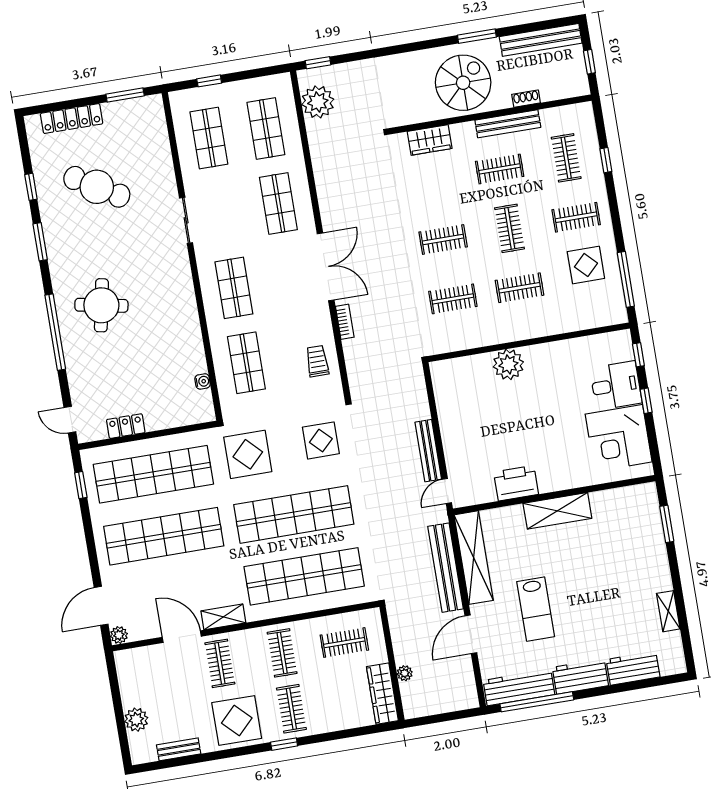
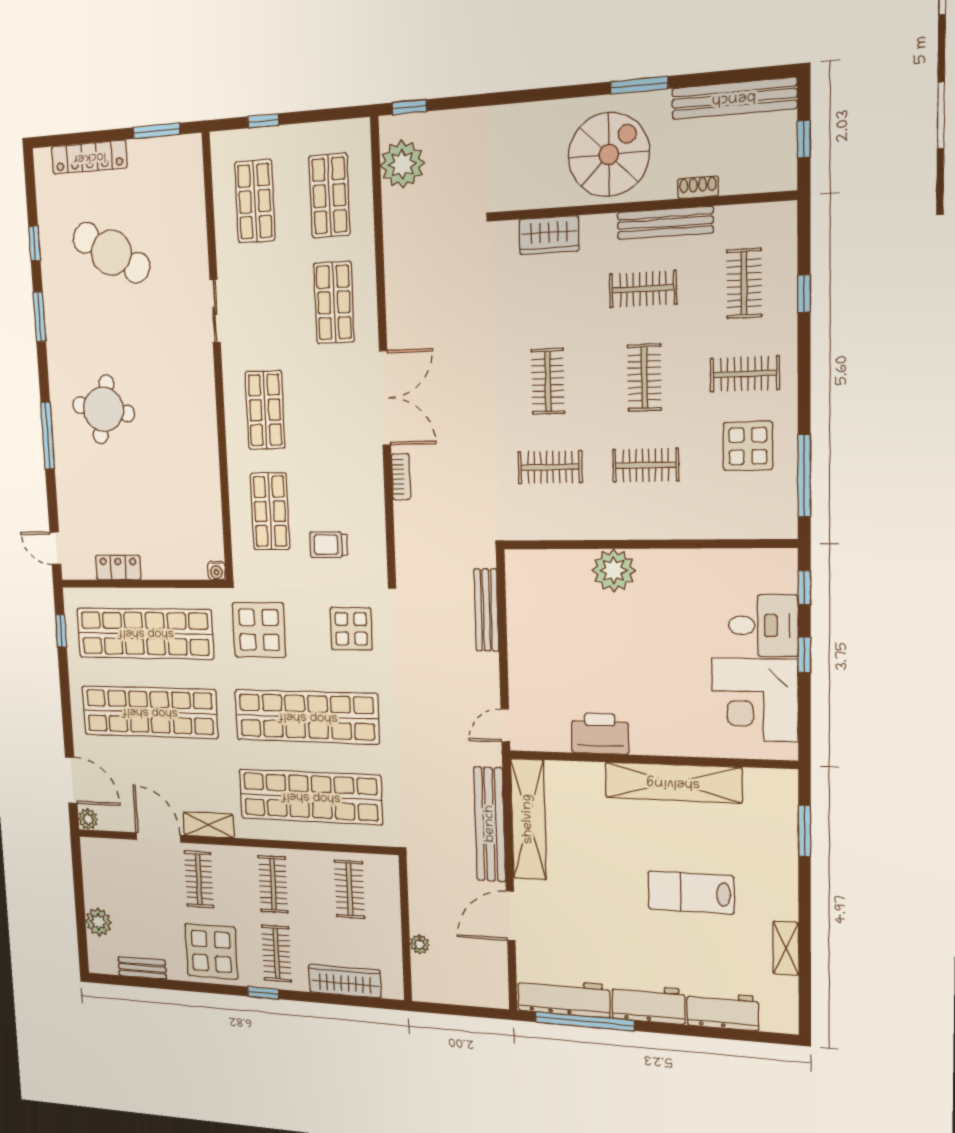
clothes rail: (443, 239) -> (548, 381), turned 90
window: (55, 332) -> (48, 436), width x0.68
trolley: (317, 361) -> (329, 545), moved, turned -90
water cooler: (203, 381) -> (216, 571), moved, turned 90
bench: (428, 451) -> (486, 610), moved
shelving: (557, 511) -> (673, 783), width x1.47
door: (101, 606) -> (71, 780), swing flipped
lab bench: (536, 609) -> (691, 892), moved, turned 90
clothes rail: (344, 643) -> (350, 889), turned 90
wardrobe: (382, 694) -> (345, 981), moved, turned 90

